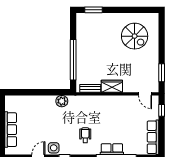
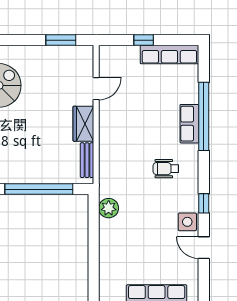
door: (145, 94) -> (96, 89), moved
window: (162, 110) -> (144, 40), moved

